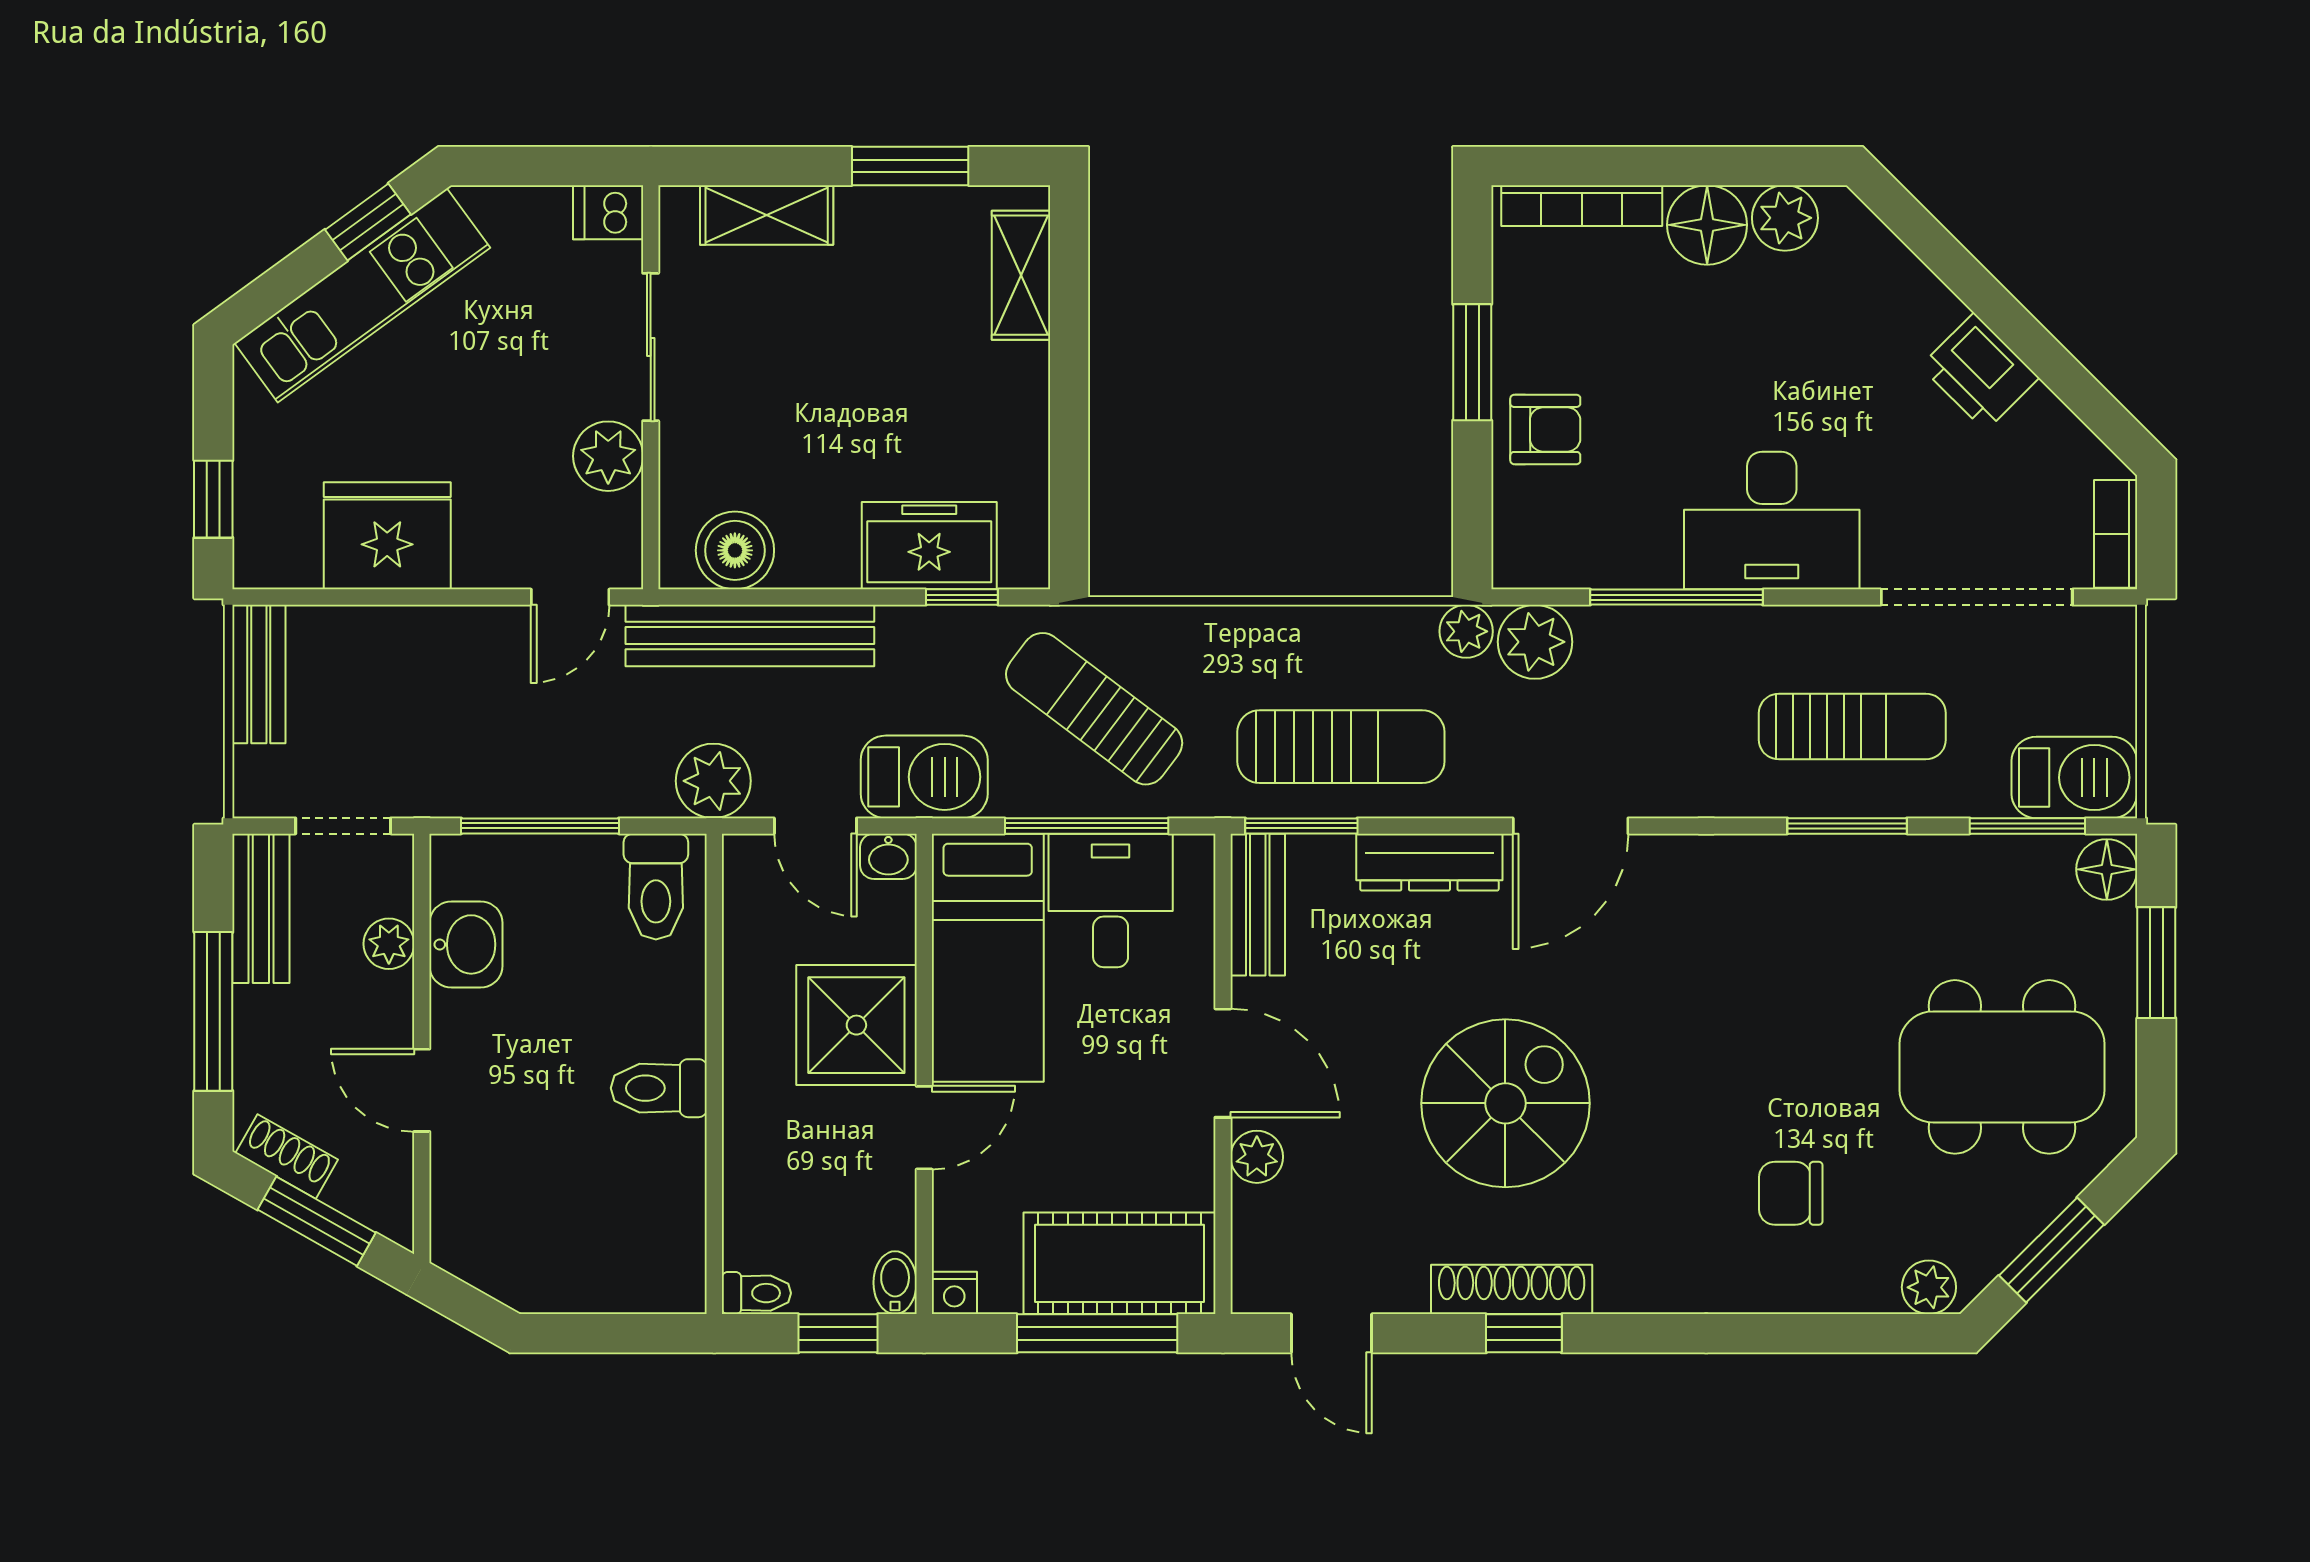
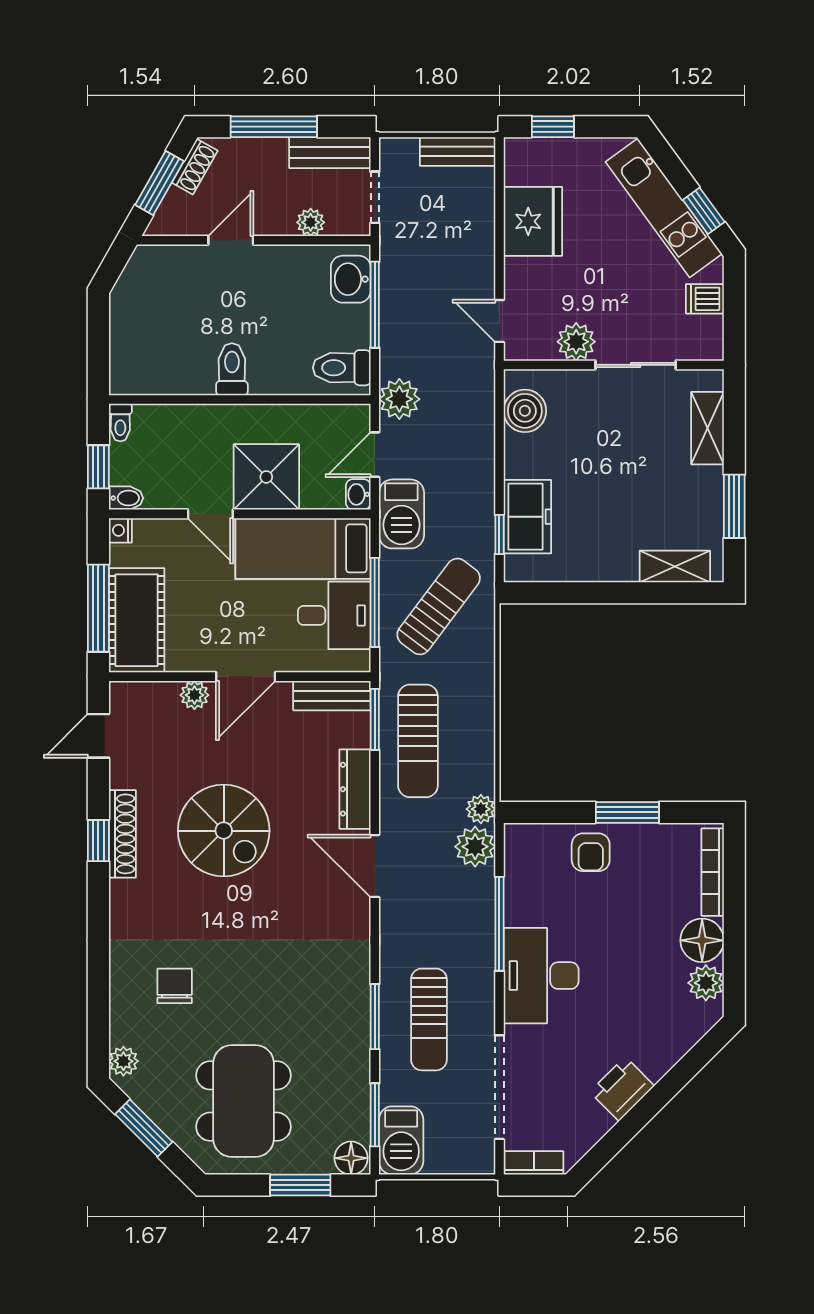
dishwasher: (608, 212) -> (705, 299), moved, turned -90
bench: (750, 636) -> (478, 419), removed
washbasin: (466, 944) -> (351, 279), moved, turned 90

